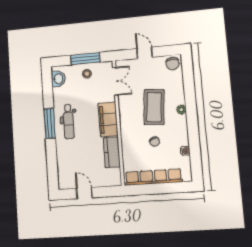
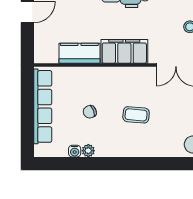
coffee table: (154, 107) -> (136, 115), width x0.54, depth x0.58
plant: (181, 110) -> (88, 151), moved

